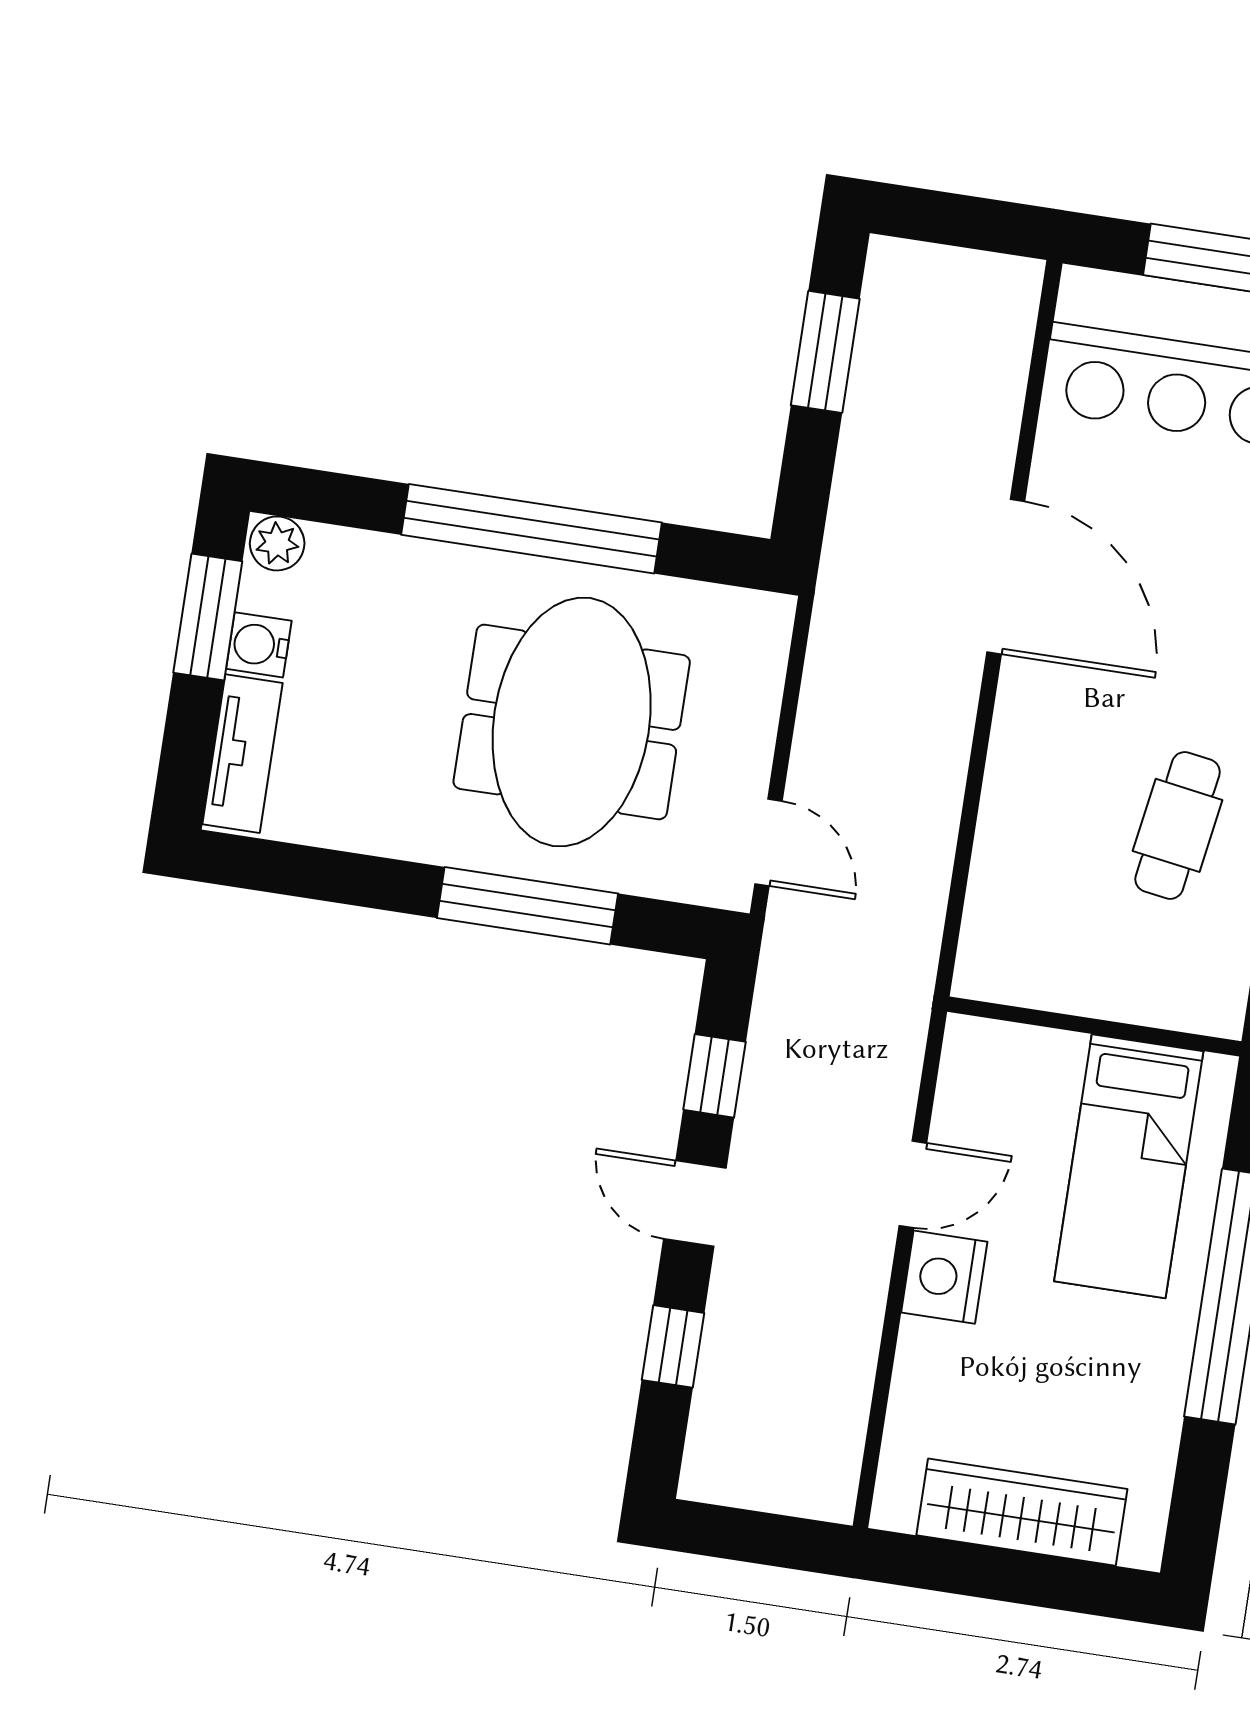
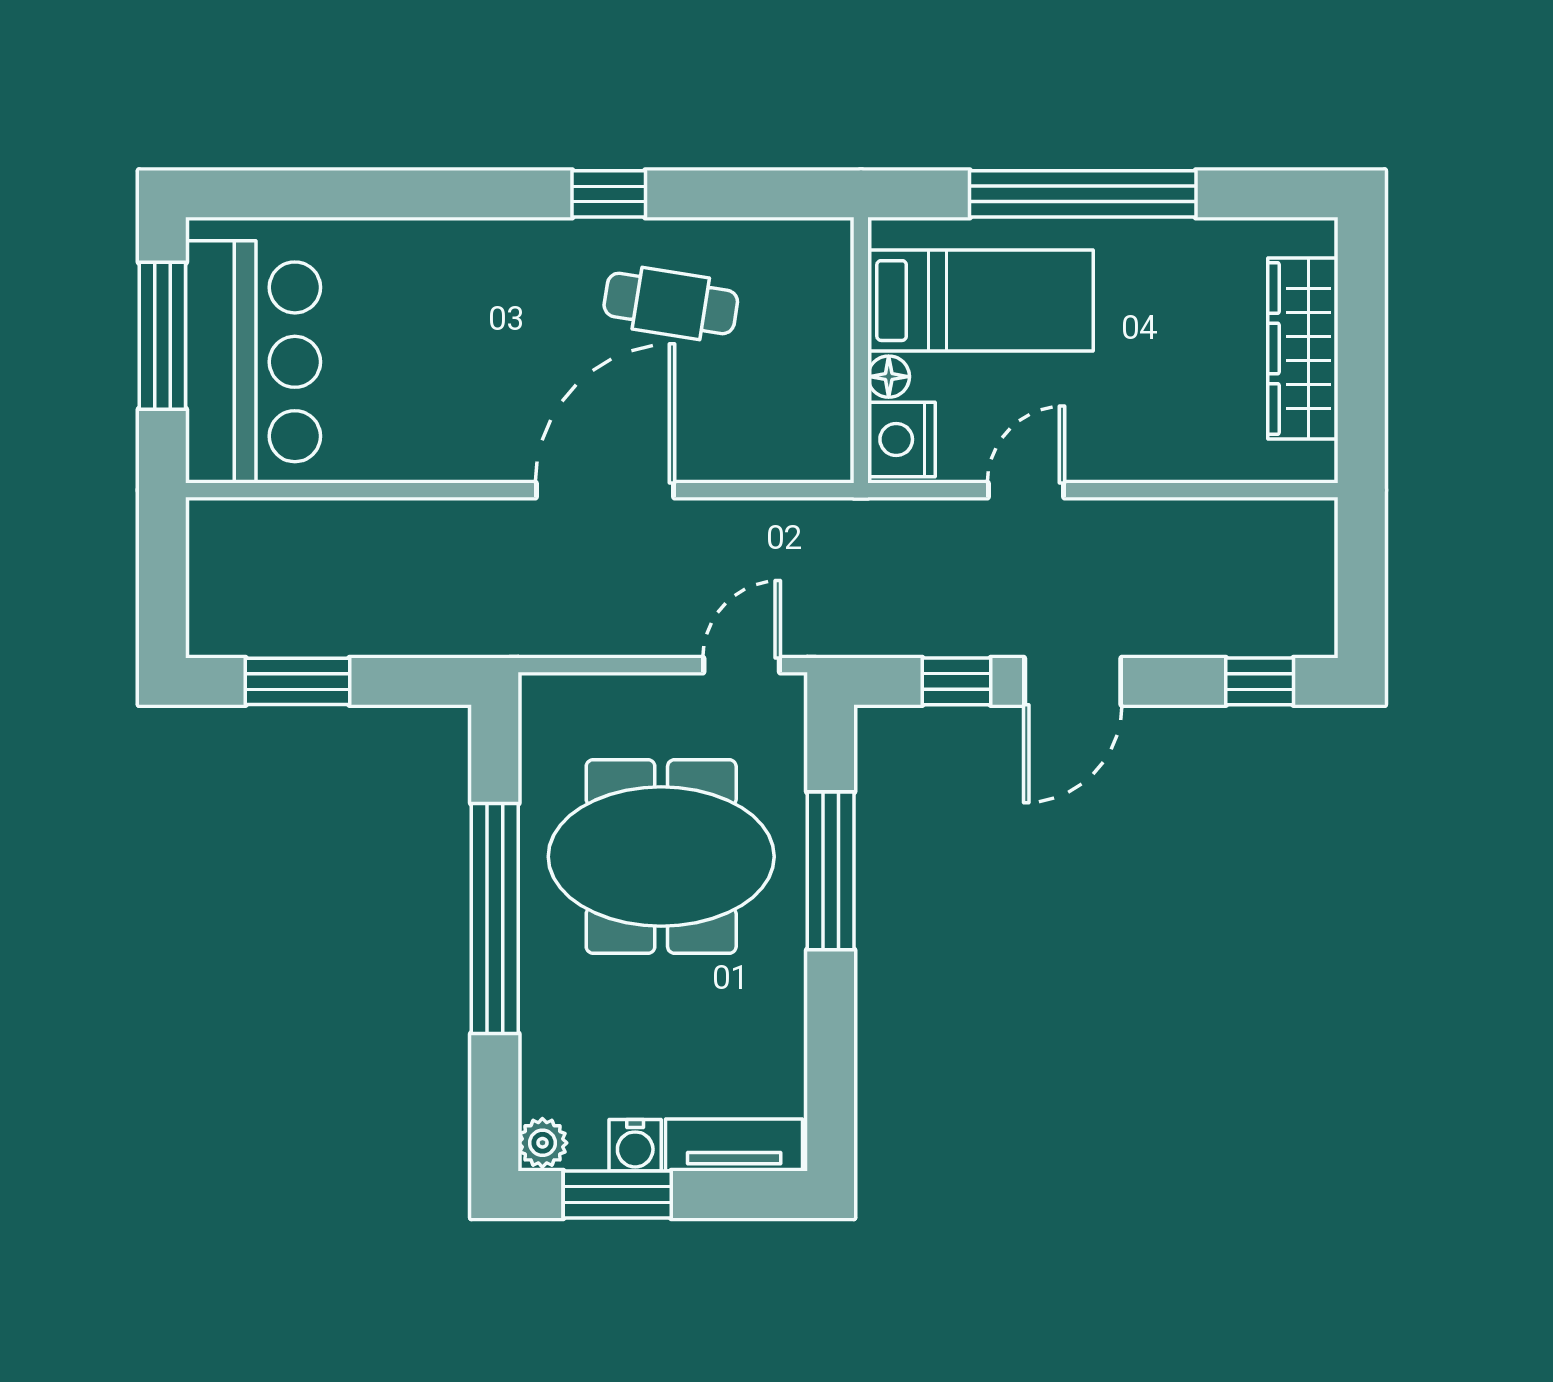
door: (1006, 577) -> (605, 490), moved
floor lamp: (1061, 1053) -> (889, 377), added
door: (913, 1184) -> (1026, 490), hinge flipped
door: (695, 1204) -> (1073, 681), width x1.38
nightstand: (944, 1277) -> (902, 439), moved, turned 90
window: (673, 1346) -> (1260, 681), moved

